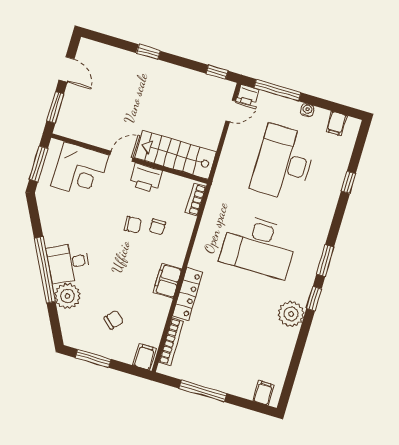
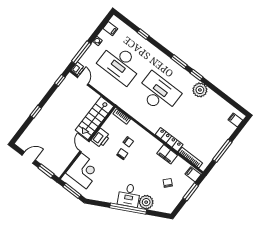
desk: (259, 246) -> (158, 93), turned -90
filing cabinet: (167, 281) -> (167, 154), moved
window: (93, 358) -> (191, 192), moved

